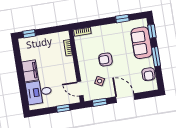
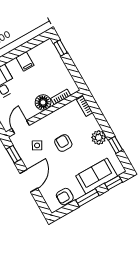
plant: (112, 30) -> (99, 138), added
floor lamp: (67, 64) -> (43, 102), added
filing cabinet: (30, 71) -> (25, 61), width x0.50

